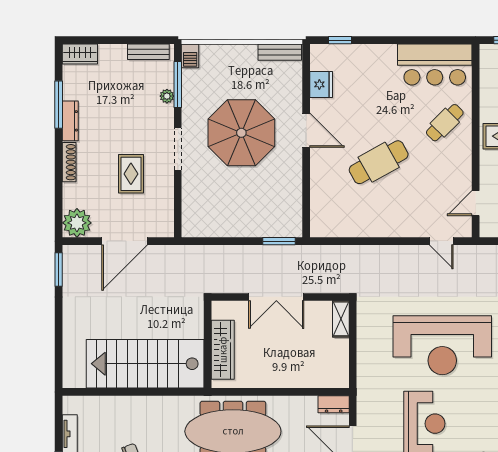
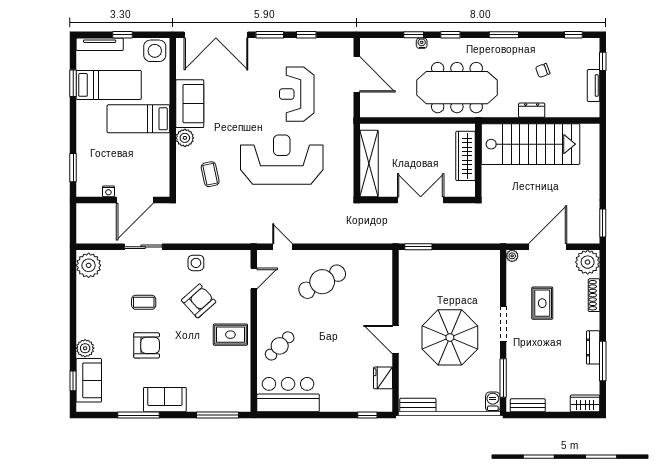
plant: (167, 96) -> (512, 256), moved
shoe rack: (69, 162) -> (594, 295), moved
cafe table: (379, 162) -> (322, 282), moved
shelving: (341, 319) -> (369, 163), width x2.20, depth x1.33
dresser: (334, 404) -> (532, 110), moved

